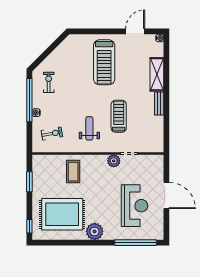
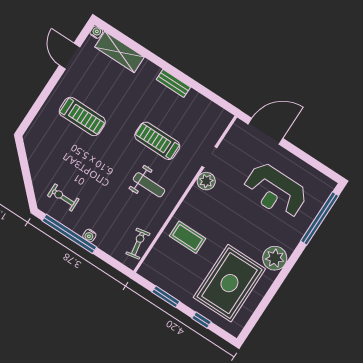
treadmill: (104, 62) -> (82, 116), width x0.73, depth x0.73
shelving: (157, 74) -> (120, 52), moved
weight bench: (89, 128) -> (149, 185), turned 180
exercise bike: (52, 134) -> (138, 244), moved
door: (166, 195) -> (265, 131), moved
reception desk: (134, 206) -> (275, 191), turned 180
window: (29, 226) -> (202, 320), moved

